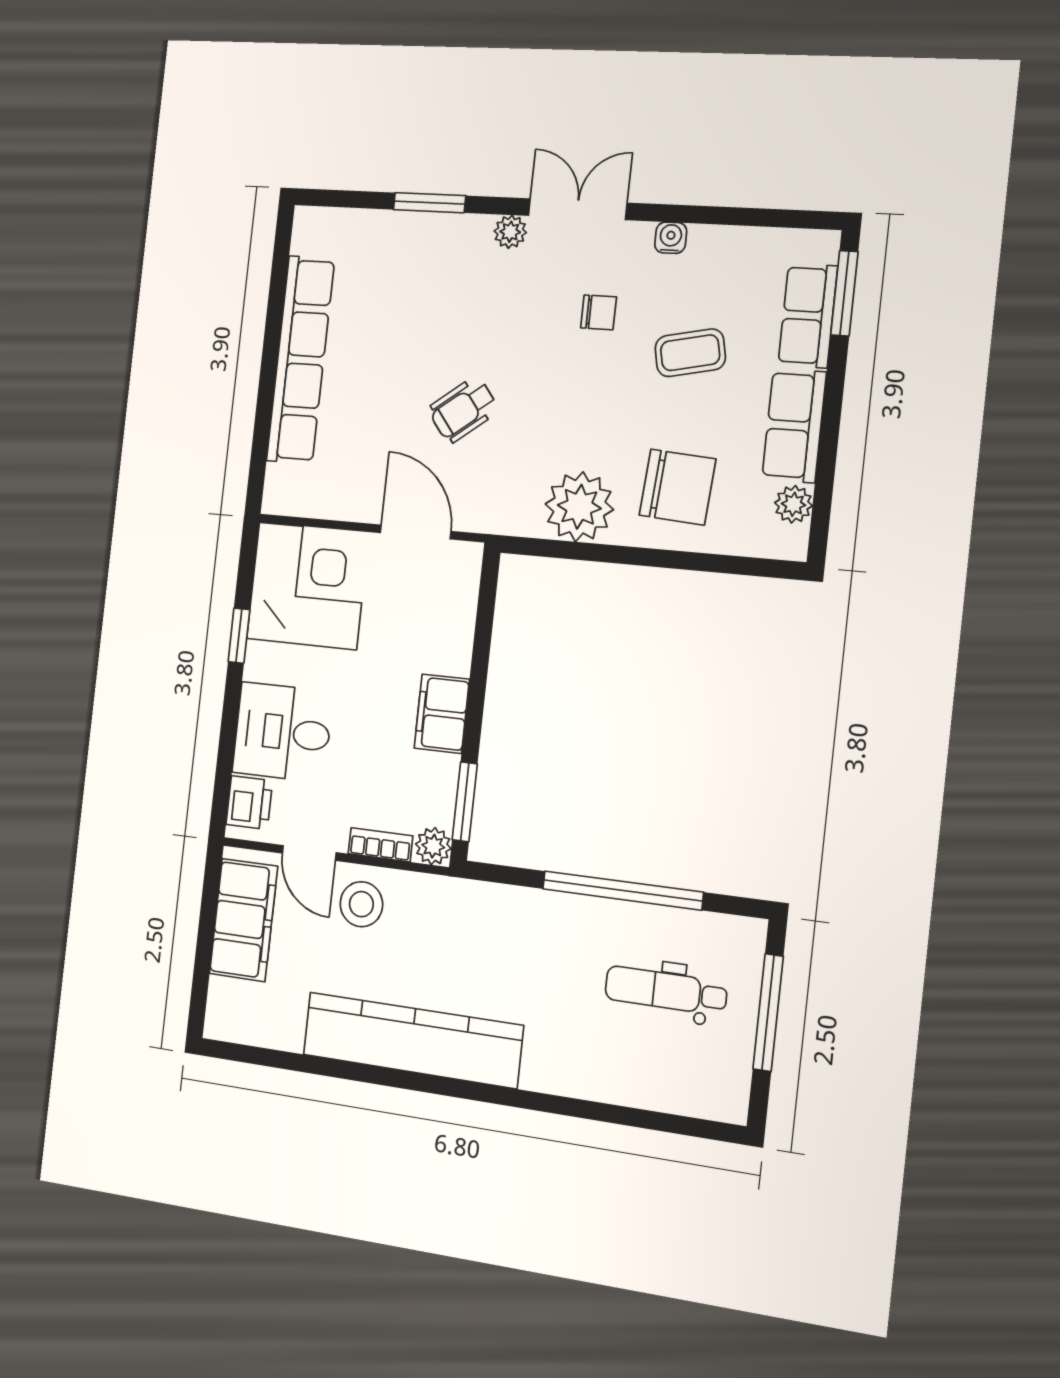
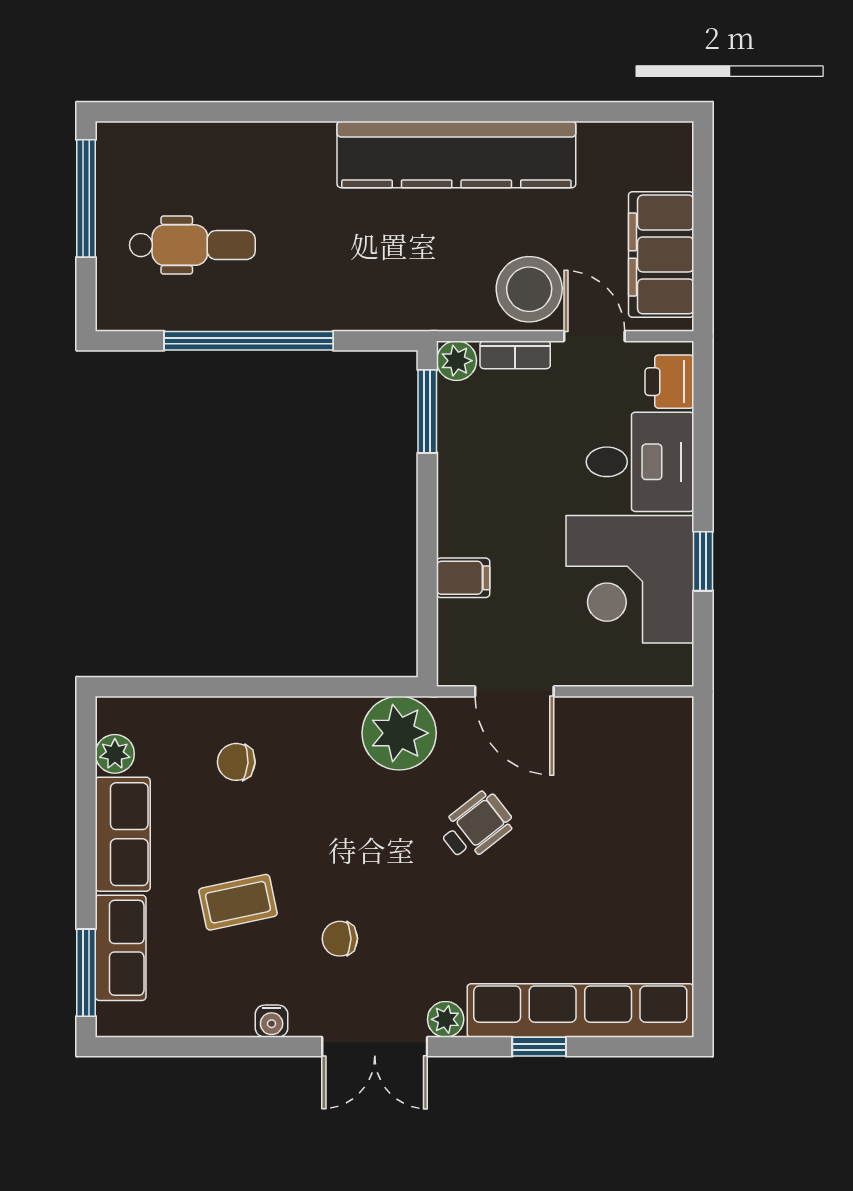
window: (429, 203) -> (539, 1047), width x0.67
row of seats: (301, 360) -> (580, 1010), moved, turned 90
chair: (677, 487) -> (236, 762), width x0.54, depth x0.54
plant: (579, 507) -> (399, 733), moved
corner desk: (308, 586) -> (630, 579), moved
filing cabinet: (442, 714) -> (463, 578), moved, width x0.50
stool: (361, 904) -> (529, 289), width x1.38, depth x1.38
window: (768, 1013) -> (86, 198), moved

